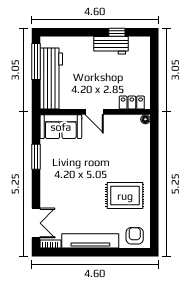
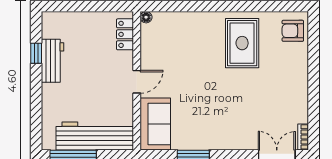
tv unit: (90, 241) -> (299, 87), removed

